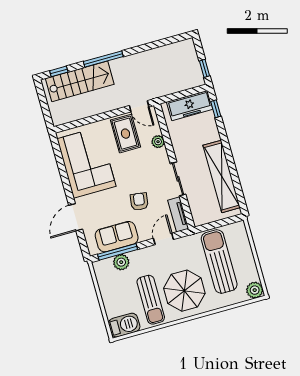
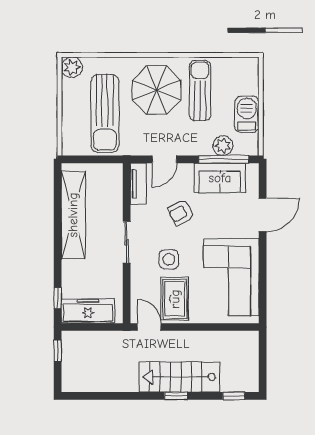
window: (103, 59) -> (176, 396), width x0.46
stairs: (80, 81) -> (180, 377), moved
plant: (158, 142) -> (138, 278), removed
side table: (138, 163) -> (169, 259), added
sliding door: (178, 179) -> (127, 242), moved
armchair: (139, 202) -> (181, 212), turned 54
barbecue: (124, 325) -> (247, 114), moved, turned 90

